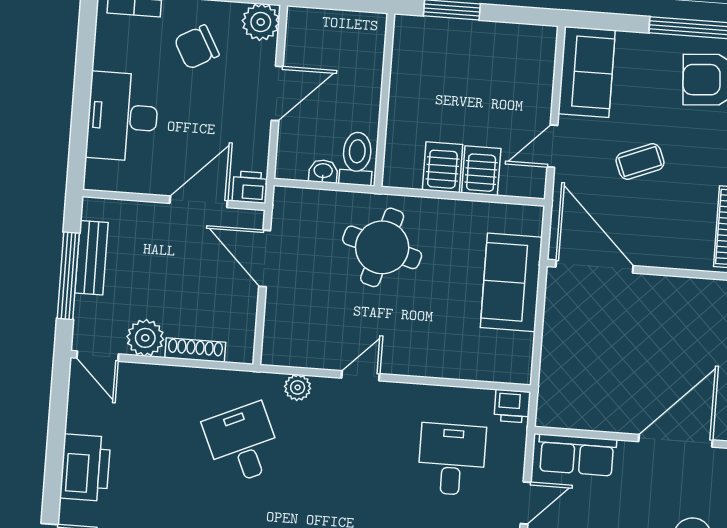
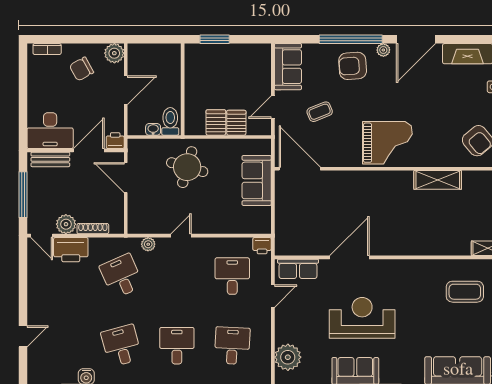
desk: (122, 117) -> (50, 131), moved, turned -90
bench: (92, 258) -> (50, 159), moved, turned 90
printer: (85, 468) -> (71, 250), moved, turned 90

